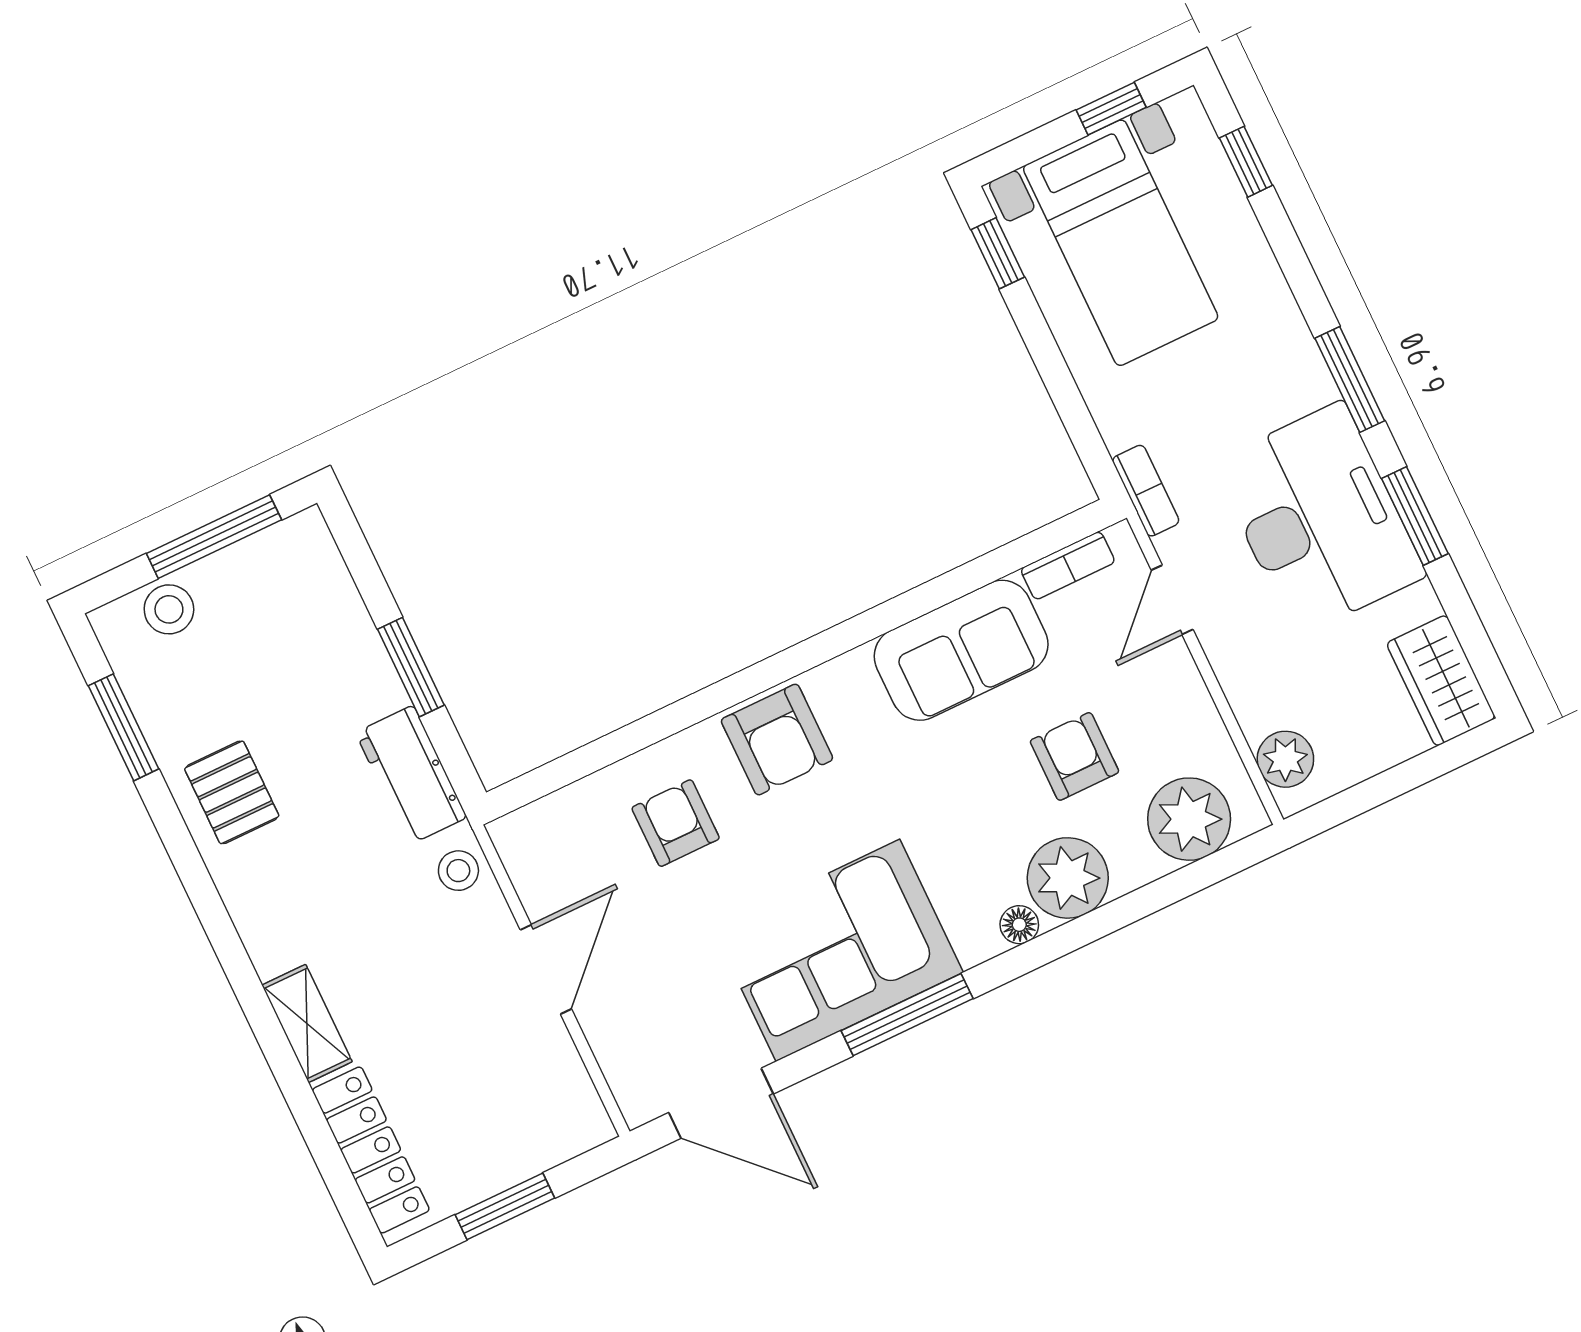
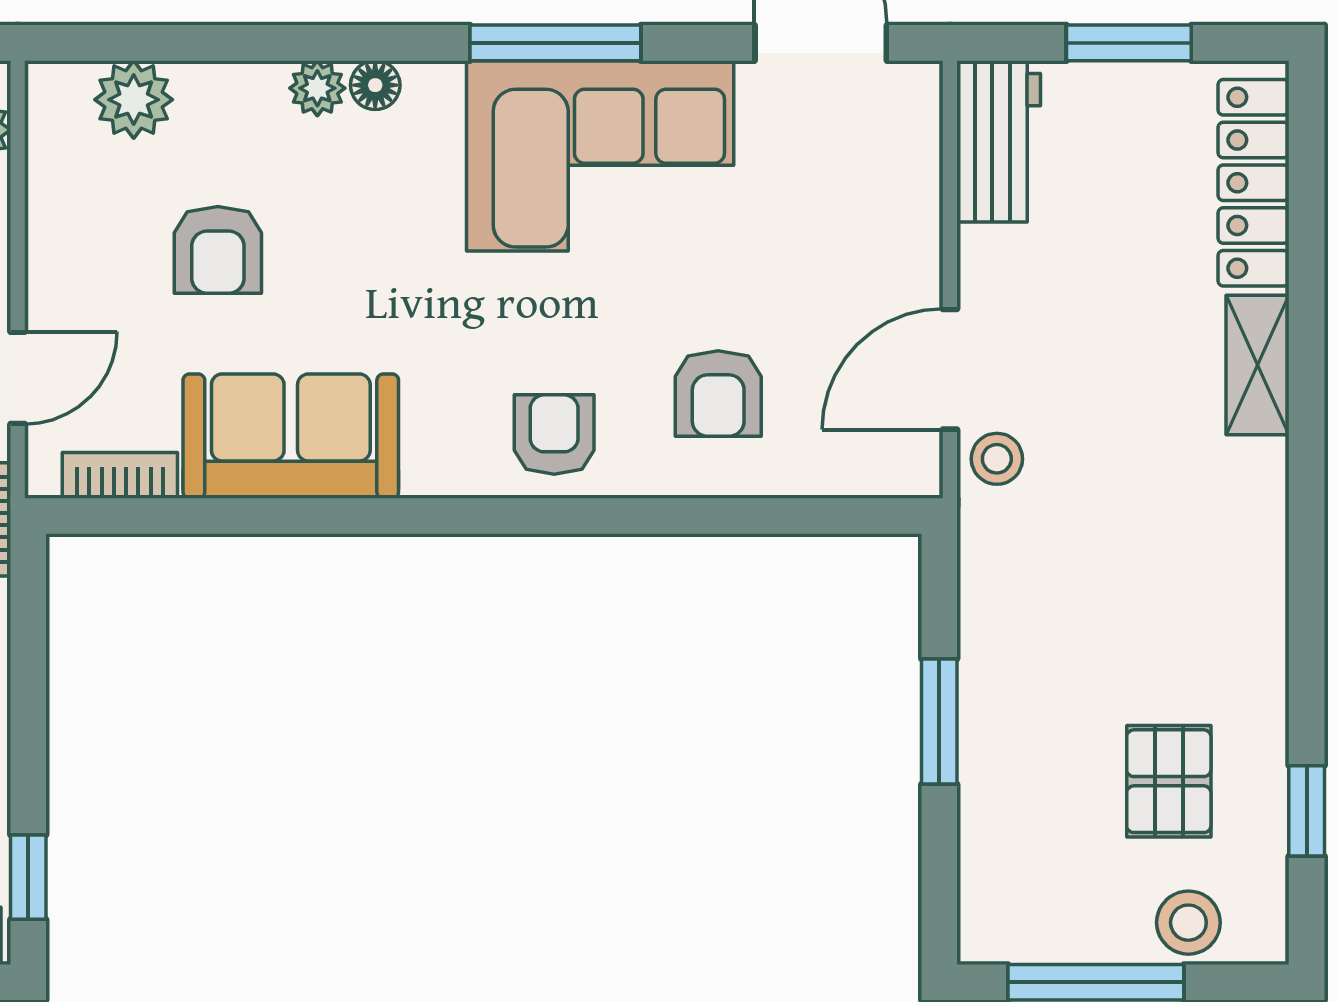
window: (123, 727) -> (1307, 811), width x0.67
armchair: (777, 740) -> (554, 434), width x0.72, depth x0.72
workbench: (411, 775) -> (999, 141), moved
pallet: (232, 792) -> (1169, 781), moved
plant: (1189, 819) -> (134, 100), width x0.73, depth x0.73
plant: (1068, 878) -> (317, 88), width x0.53, depth x0.53
door: (546, 969) -> (950, 369), moved

